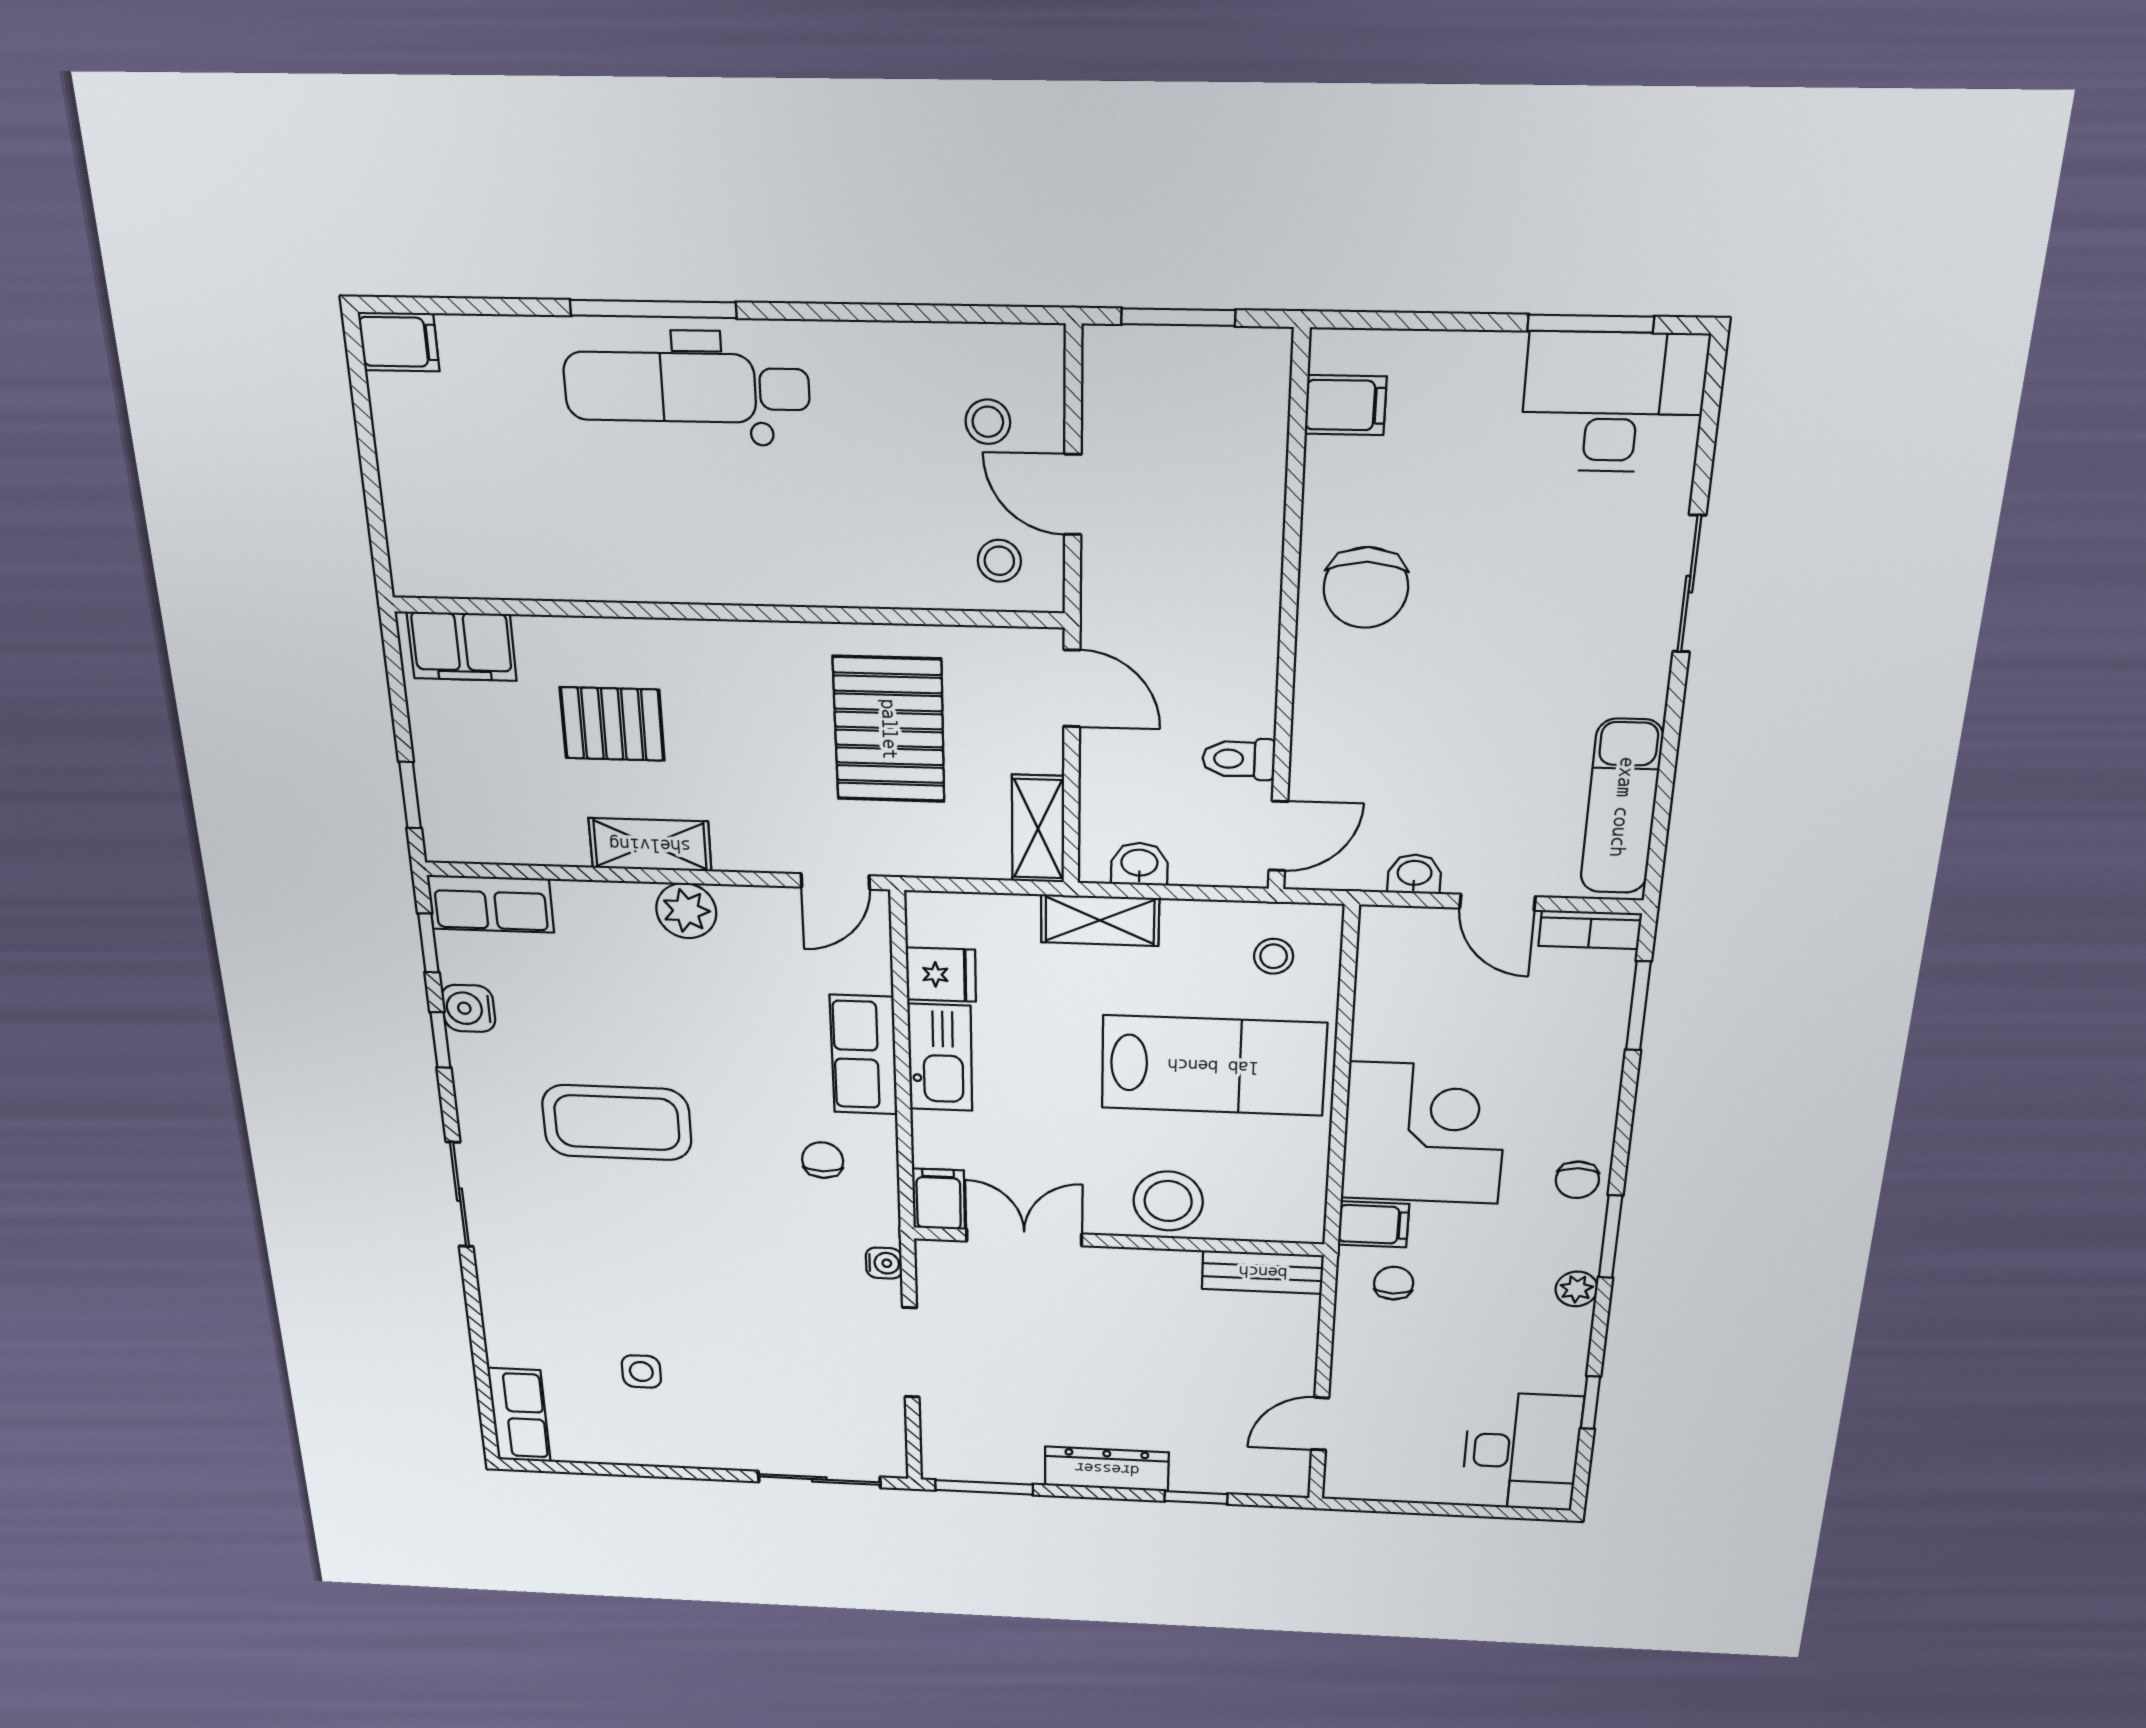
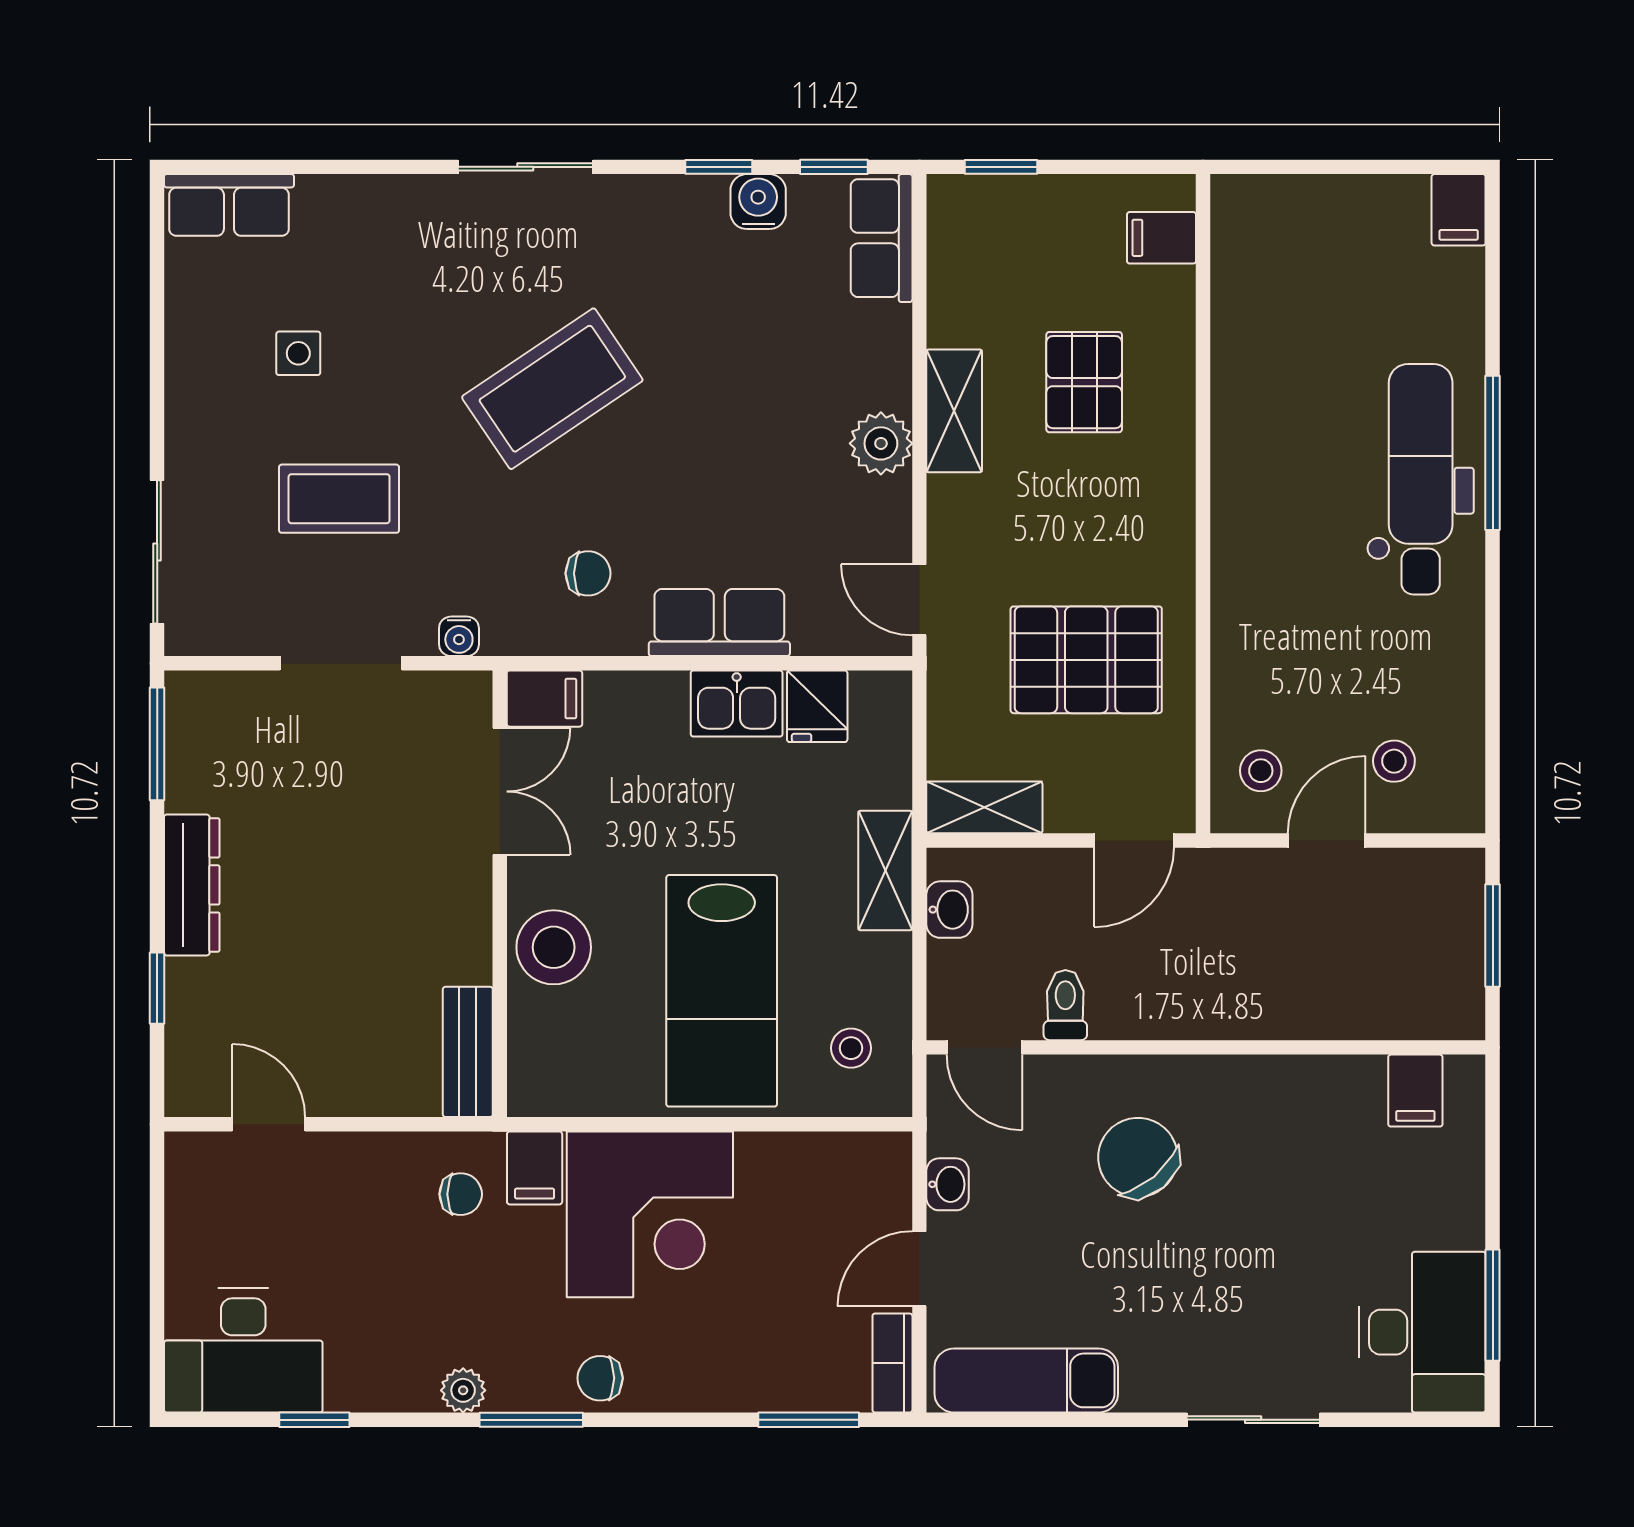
chair: (1366, 588) -> (1138, 1157), moved, turned 50
filing cabinet: (462, 646) -> (1161, 238), width x0.50
kitchen sink: (940, 1058) -> (737, 704), width x0.73
coffee table: (617, 1123) -> (552, 389), moved, turned 56
coffee table: (766, 1348) -> (339, 499), added

